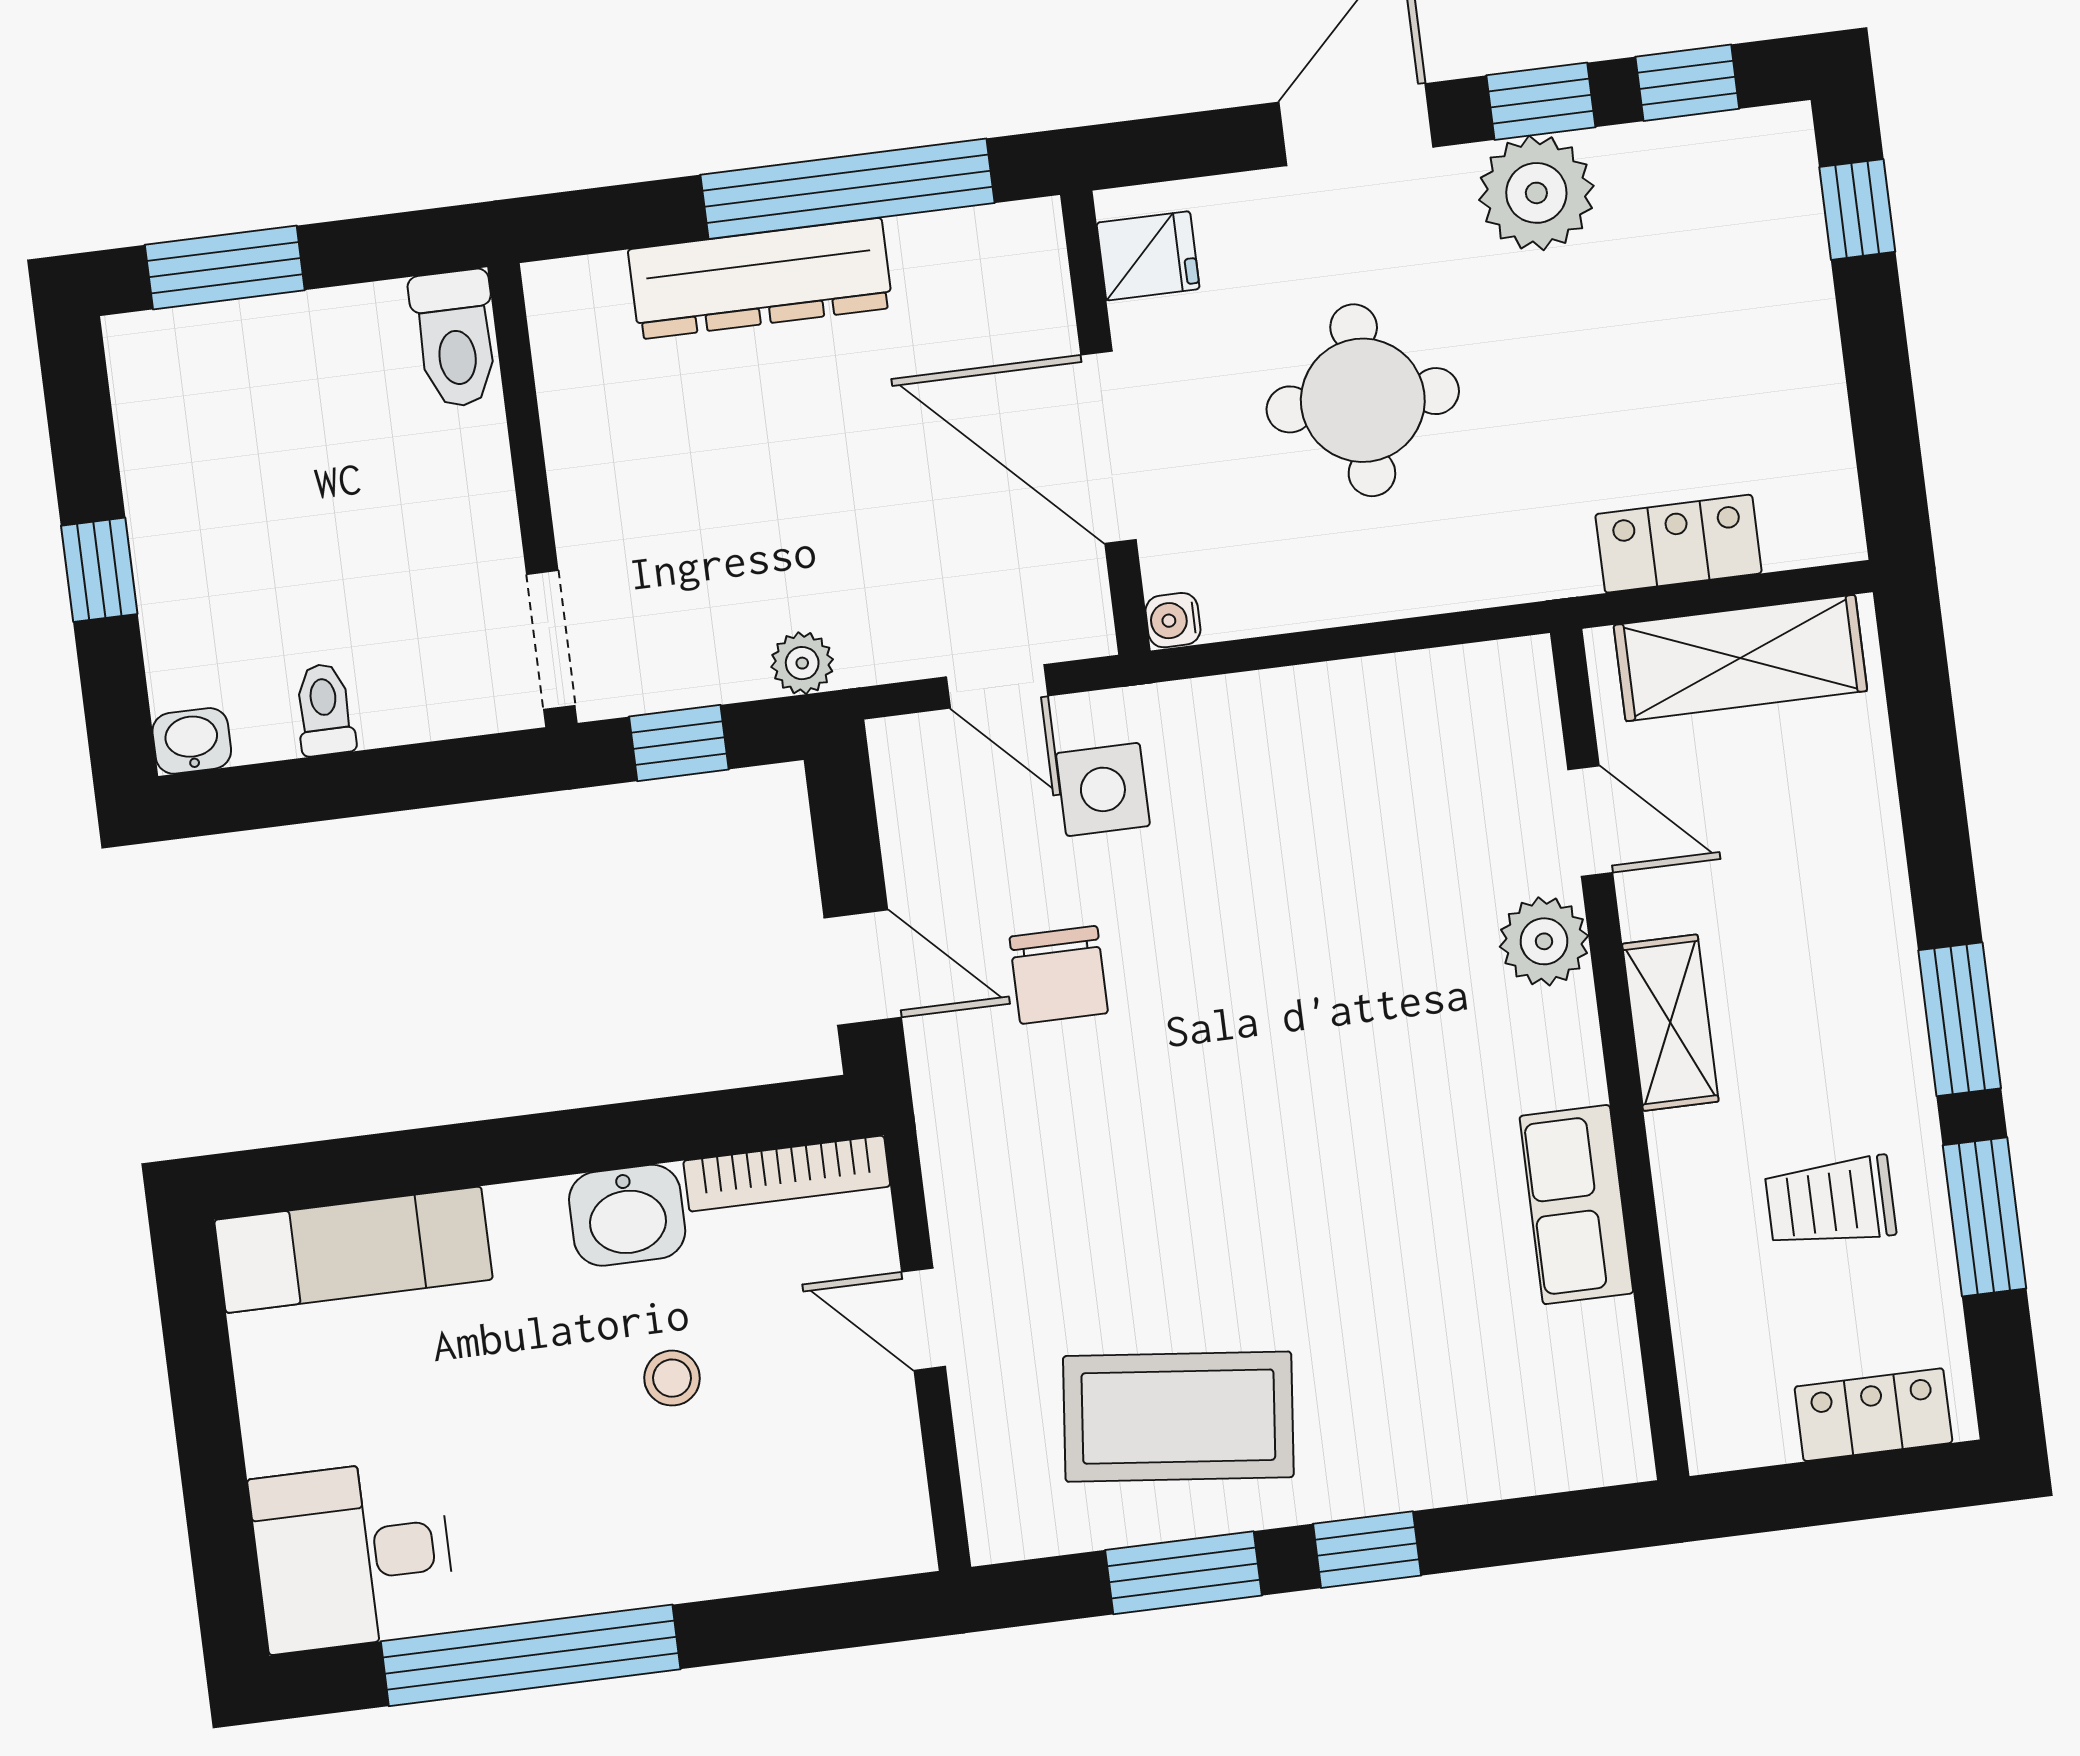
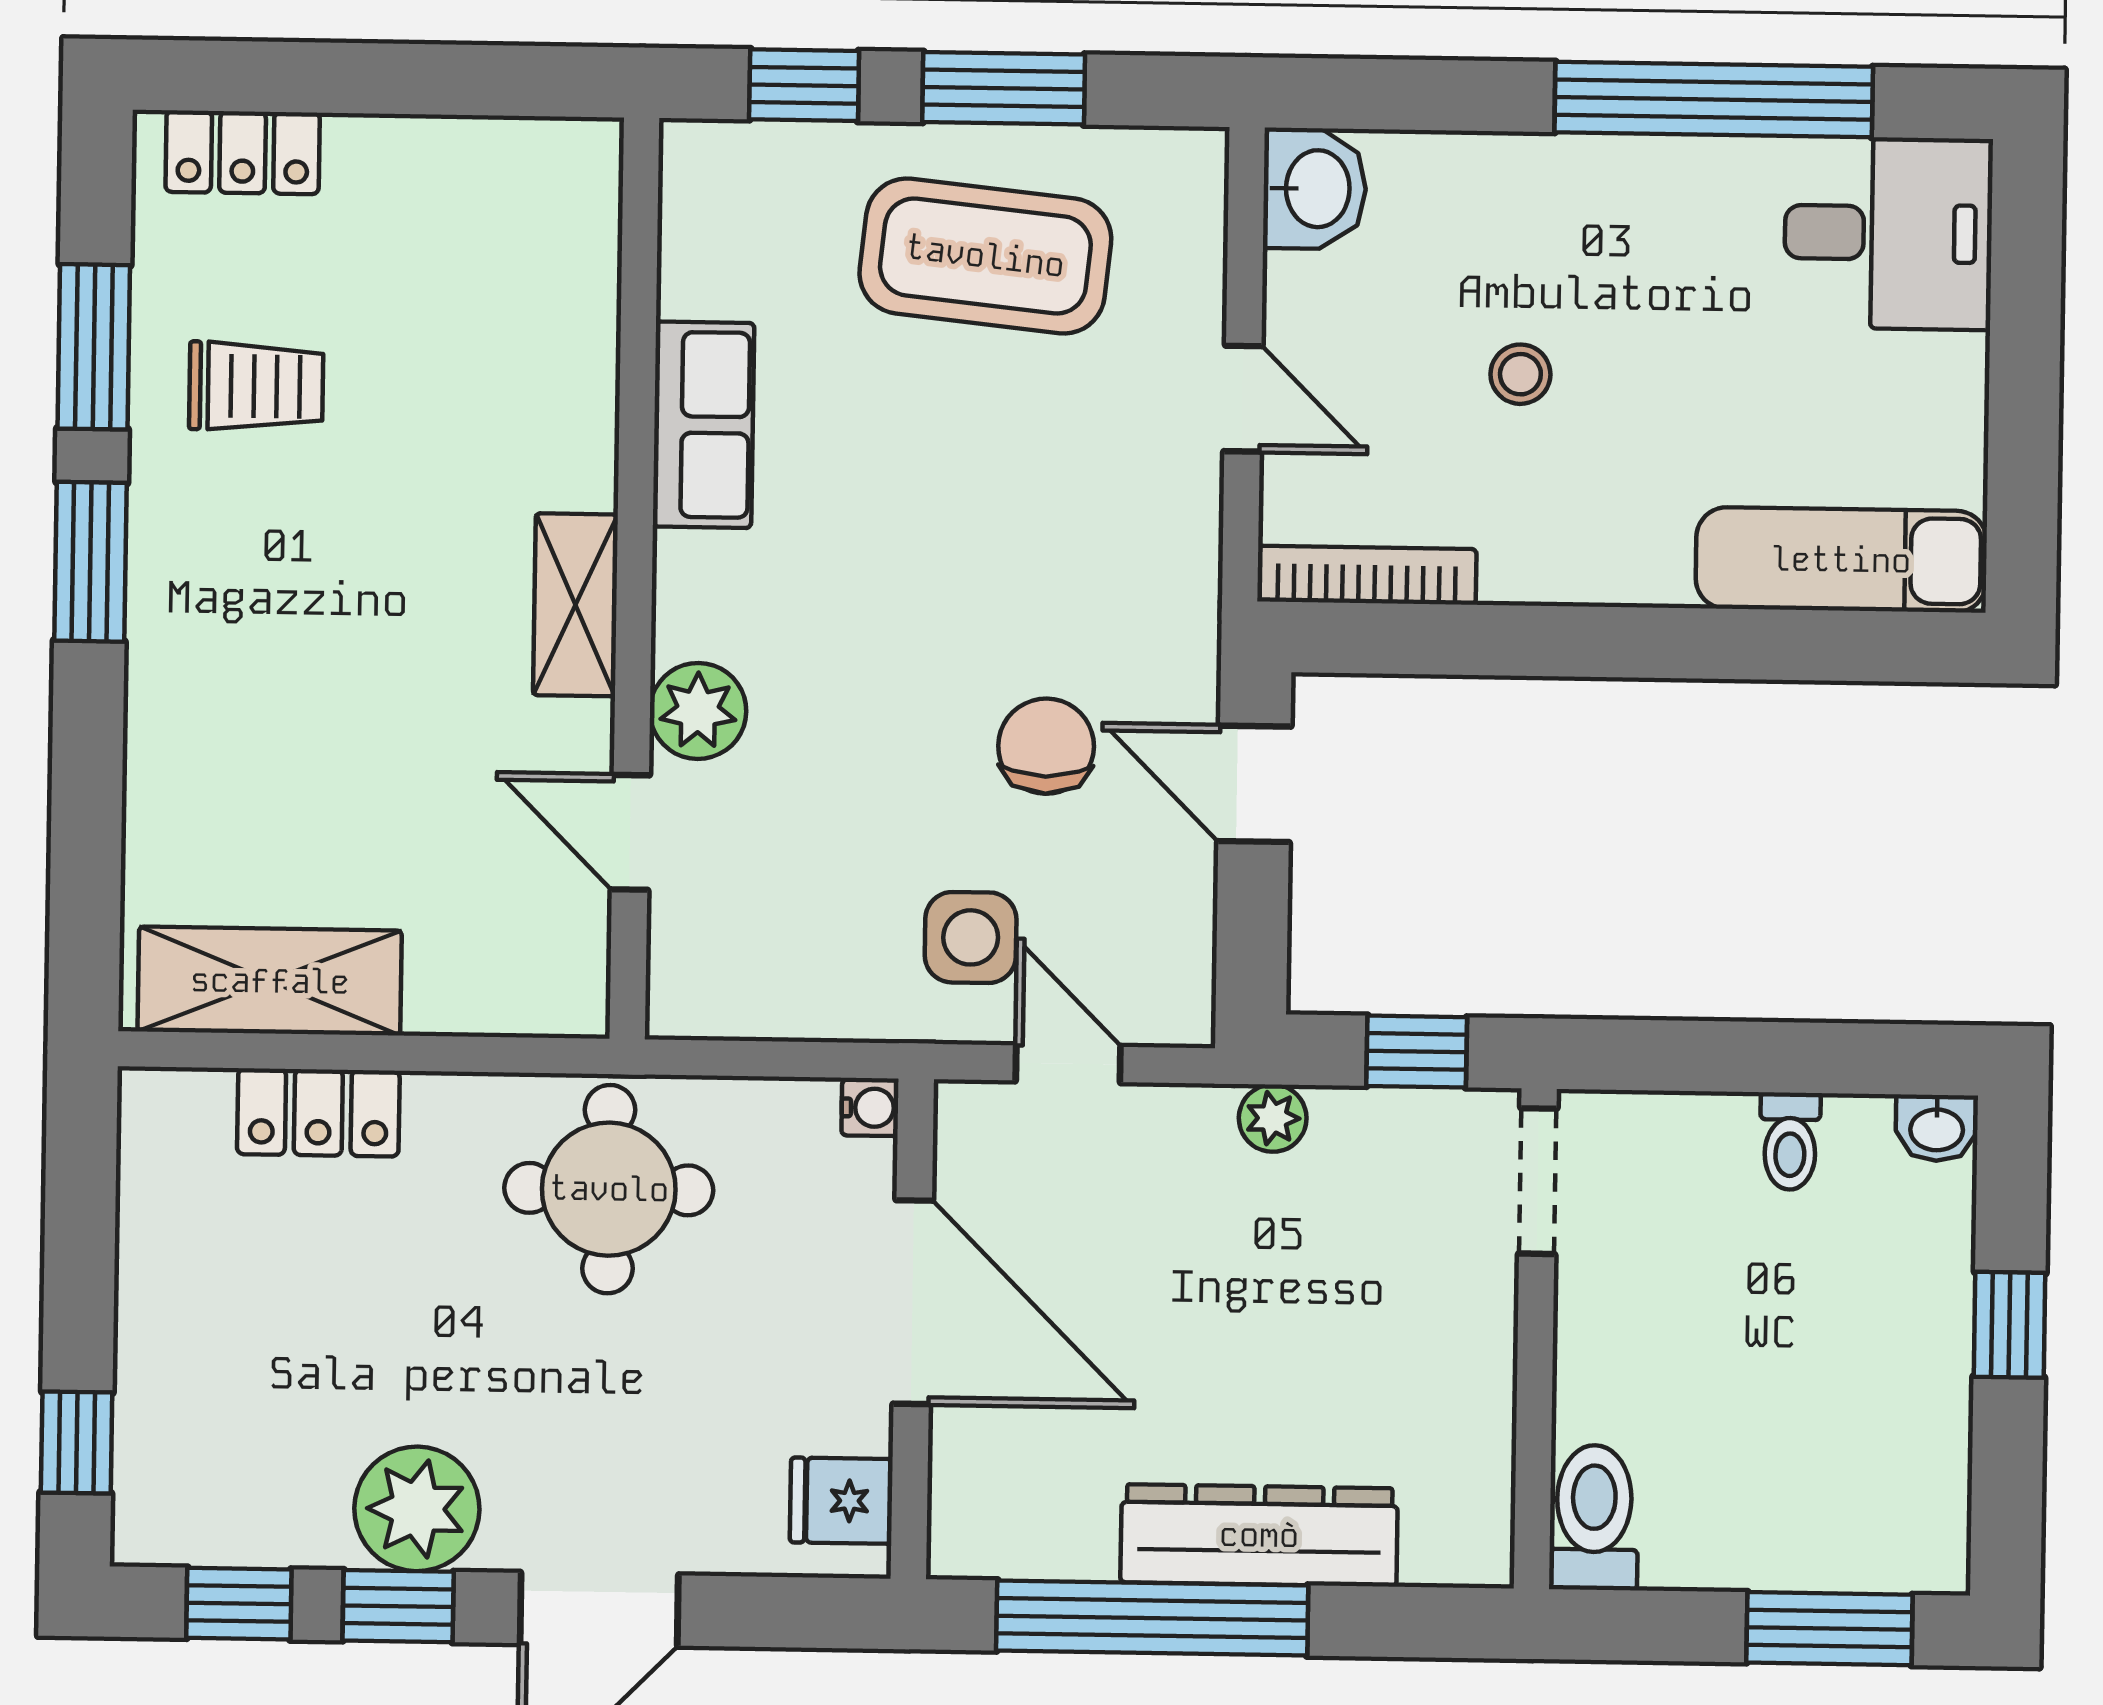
round table: (1363, 400) -> (609, 1189), moved
door: (1590, 821) -> (630, 832), moved
plant: (1544, 941) -> (698, 711), moved
shelving: (1670, 1023) -> (575, 605), moved
wall: (1620, 1055) -> (634, 578), moved
row of seats: (1576, 1205) -> (703, 425), moved
washbasin: (627, 1215) -> (1315, 189), moved, turned 90

